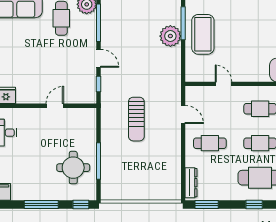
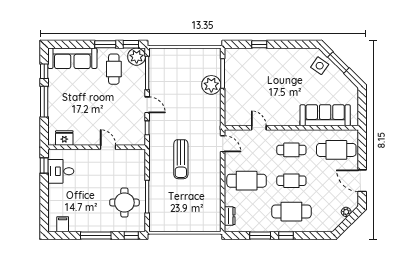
coffee table: (203, 34) -> (240, 83), removed
door: (55, 106) -> (108, 147), hinge flipped
door: (183, 114) -> (223, 144), moved
cafe table: (210, 143) -> (247, 181), width x1.37, depth x1.35
dresser: (191, 183) -> (230, 216), width x0.70
window: (207, 205) -> (260, 236), moved

